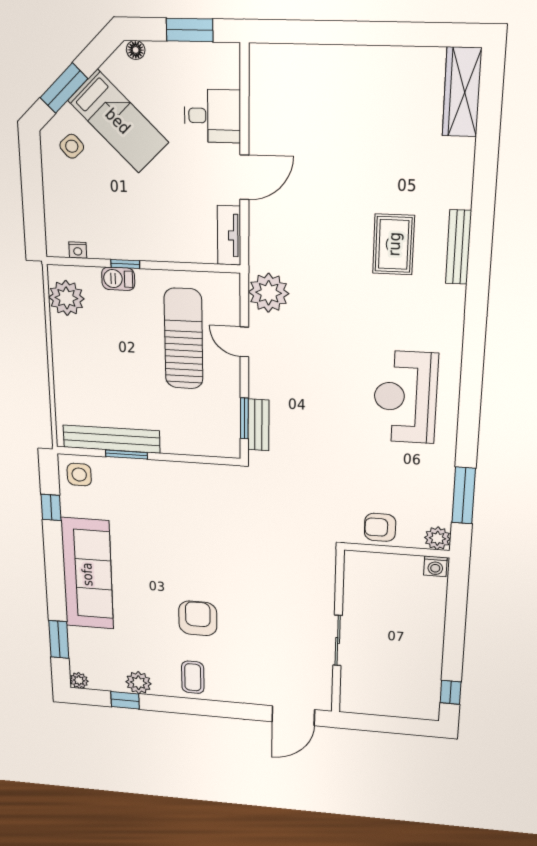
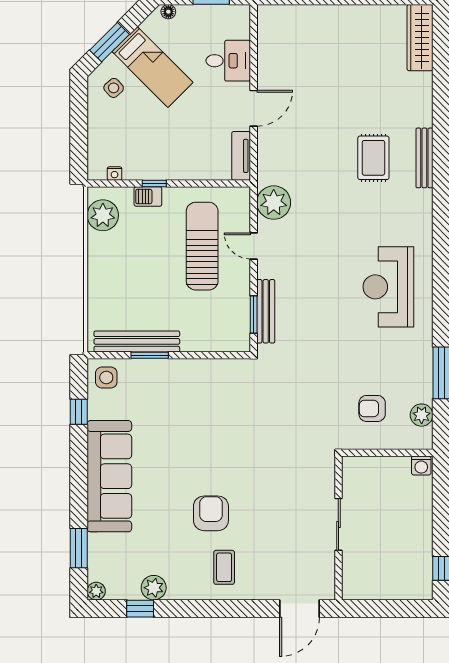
bench: (258, 425) -> (266, 311), width x1.36
wall: (397, 550) -> (387, 453), moved
washing machine: (435, 566) -> (421, 466), moved
coffee table: (193, 677) -> (224, 567), moved

